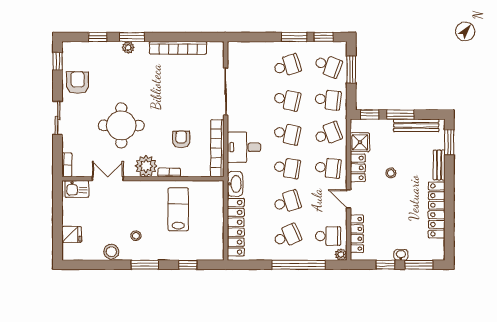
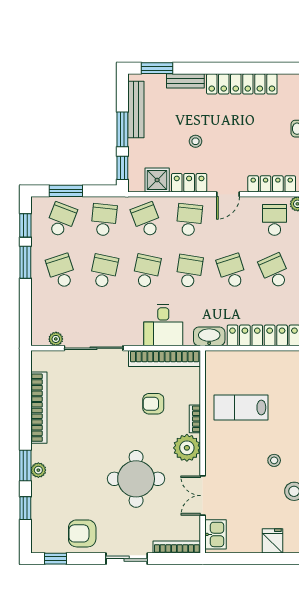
plant: (233, 61) -> (56, 339), added
bookcase: (67, 165) -> (177, 547), width x1.56

